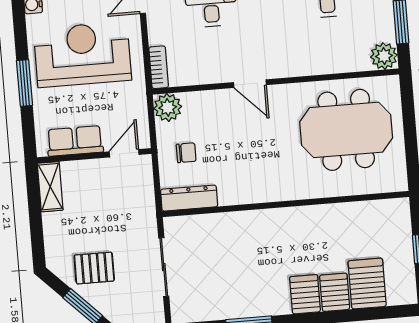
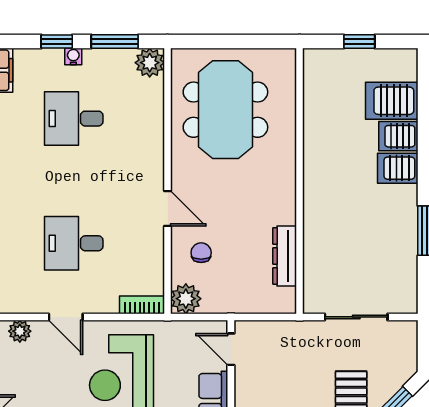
door: (250, 84) -> (167, 209), hinge flipped
chair: (186, 153) -> (201, 253), moved
dresser: (189, 198) -> (285, 256), moved

